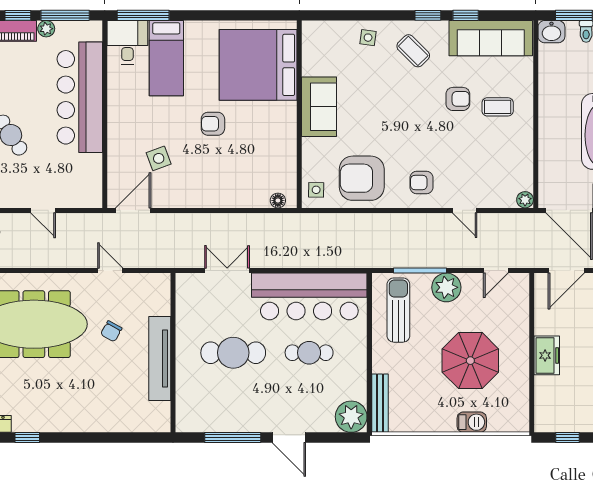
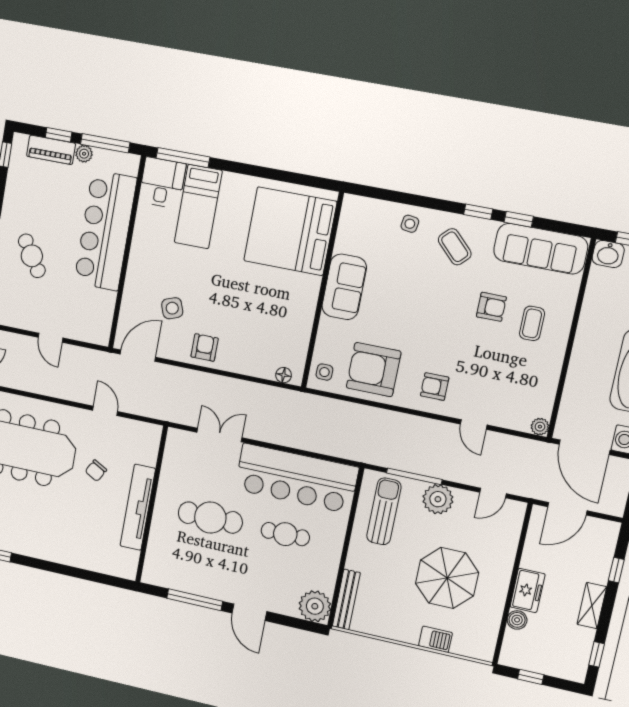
coffee table: (498, 107) -> (532, 323), turned 90
armchair: (213, 124) -> (205, 347), moved, turned 90
boiler: (543, 386) -> (517, 620), added

